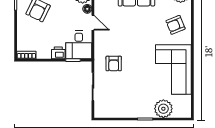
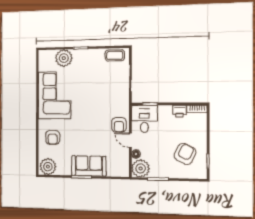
armchair: (175, 25) -> (53, 137), turned 112
printer: (58, 53) -> (180, 111), moved
armchair: (114, 63) -> (119, 125), moved, turned 180
coffee table: (109, 110) -> (115, 55), added

